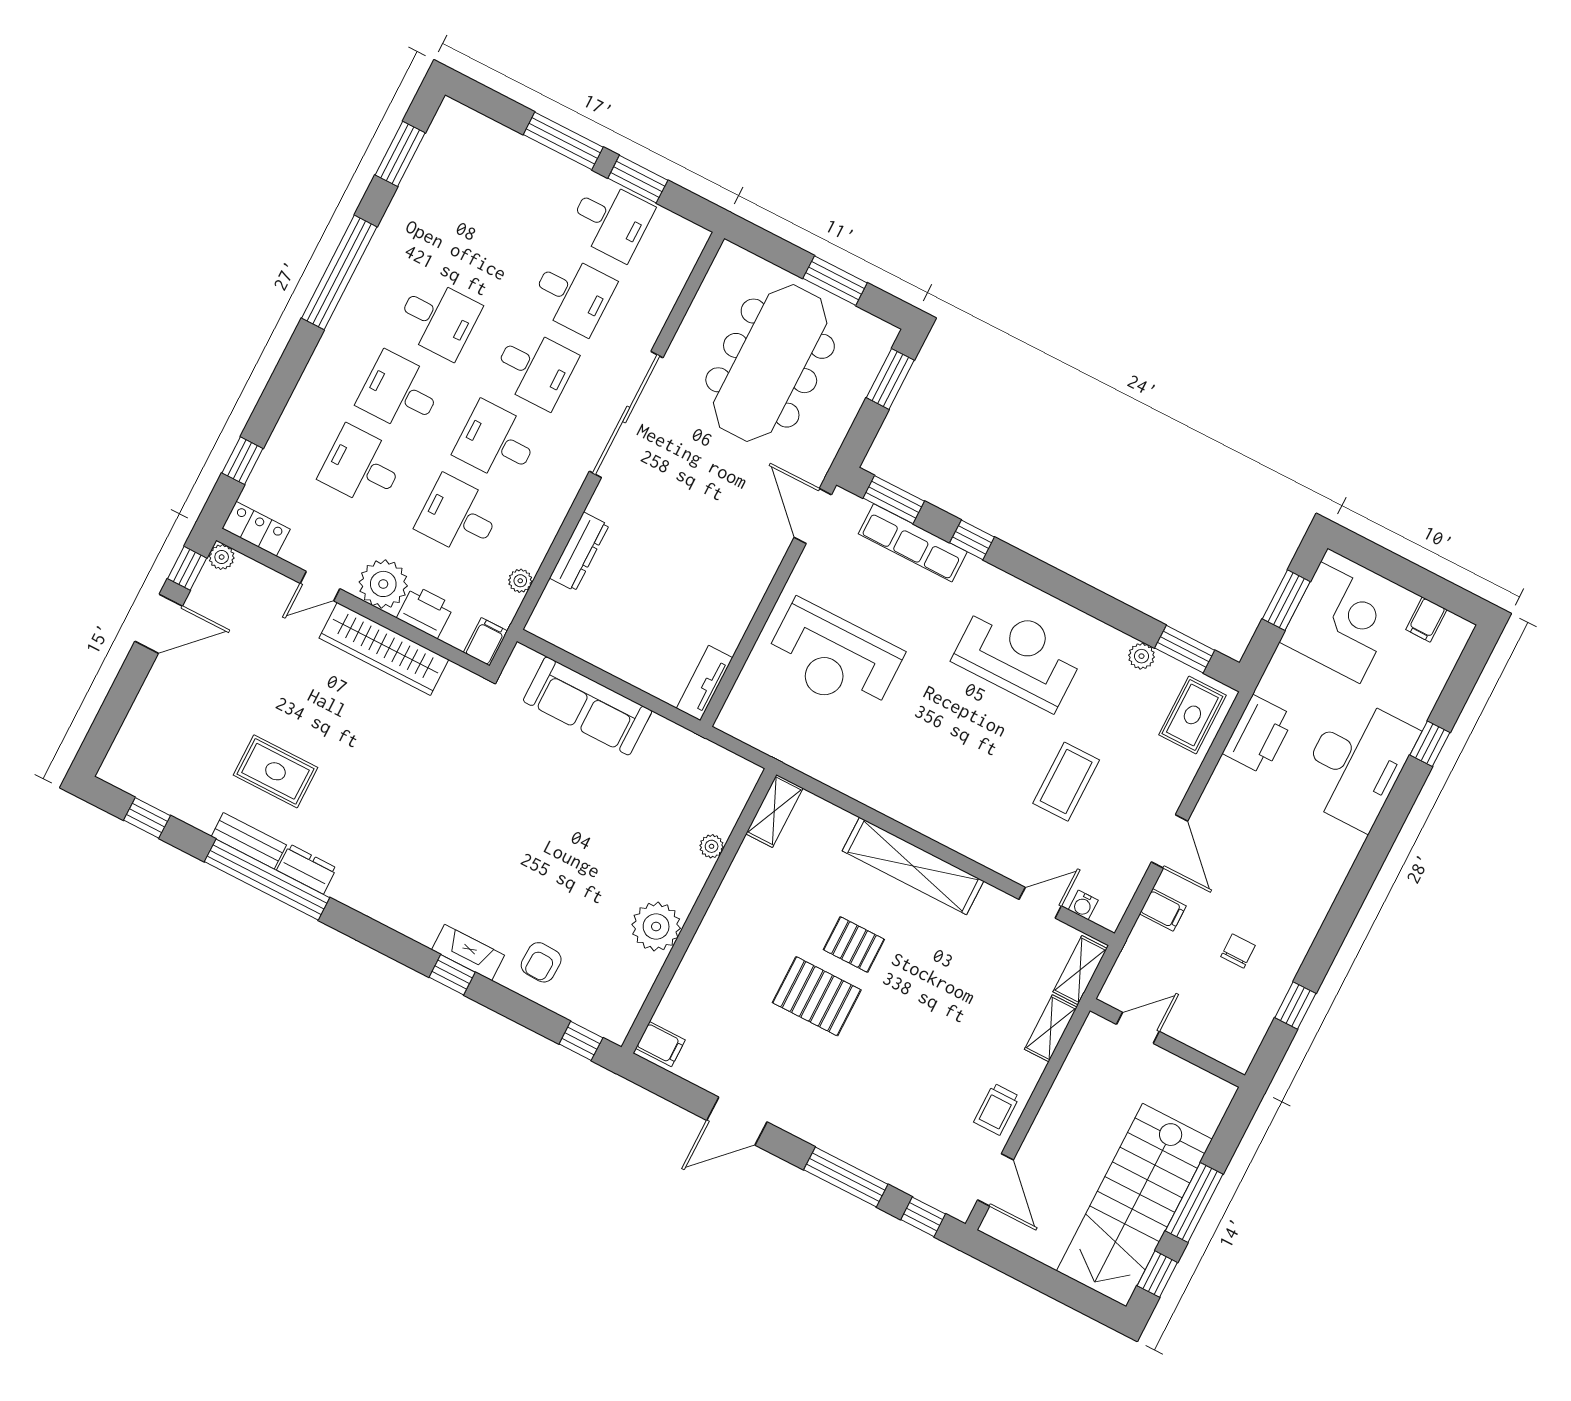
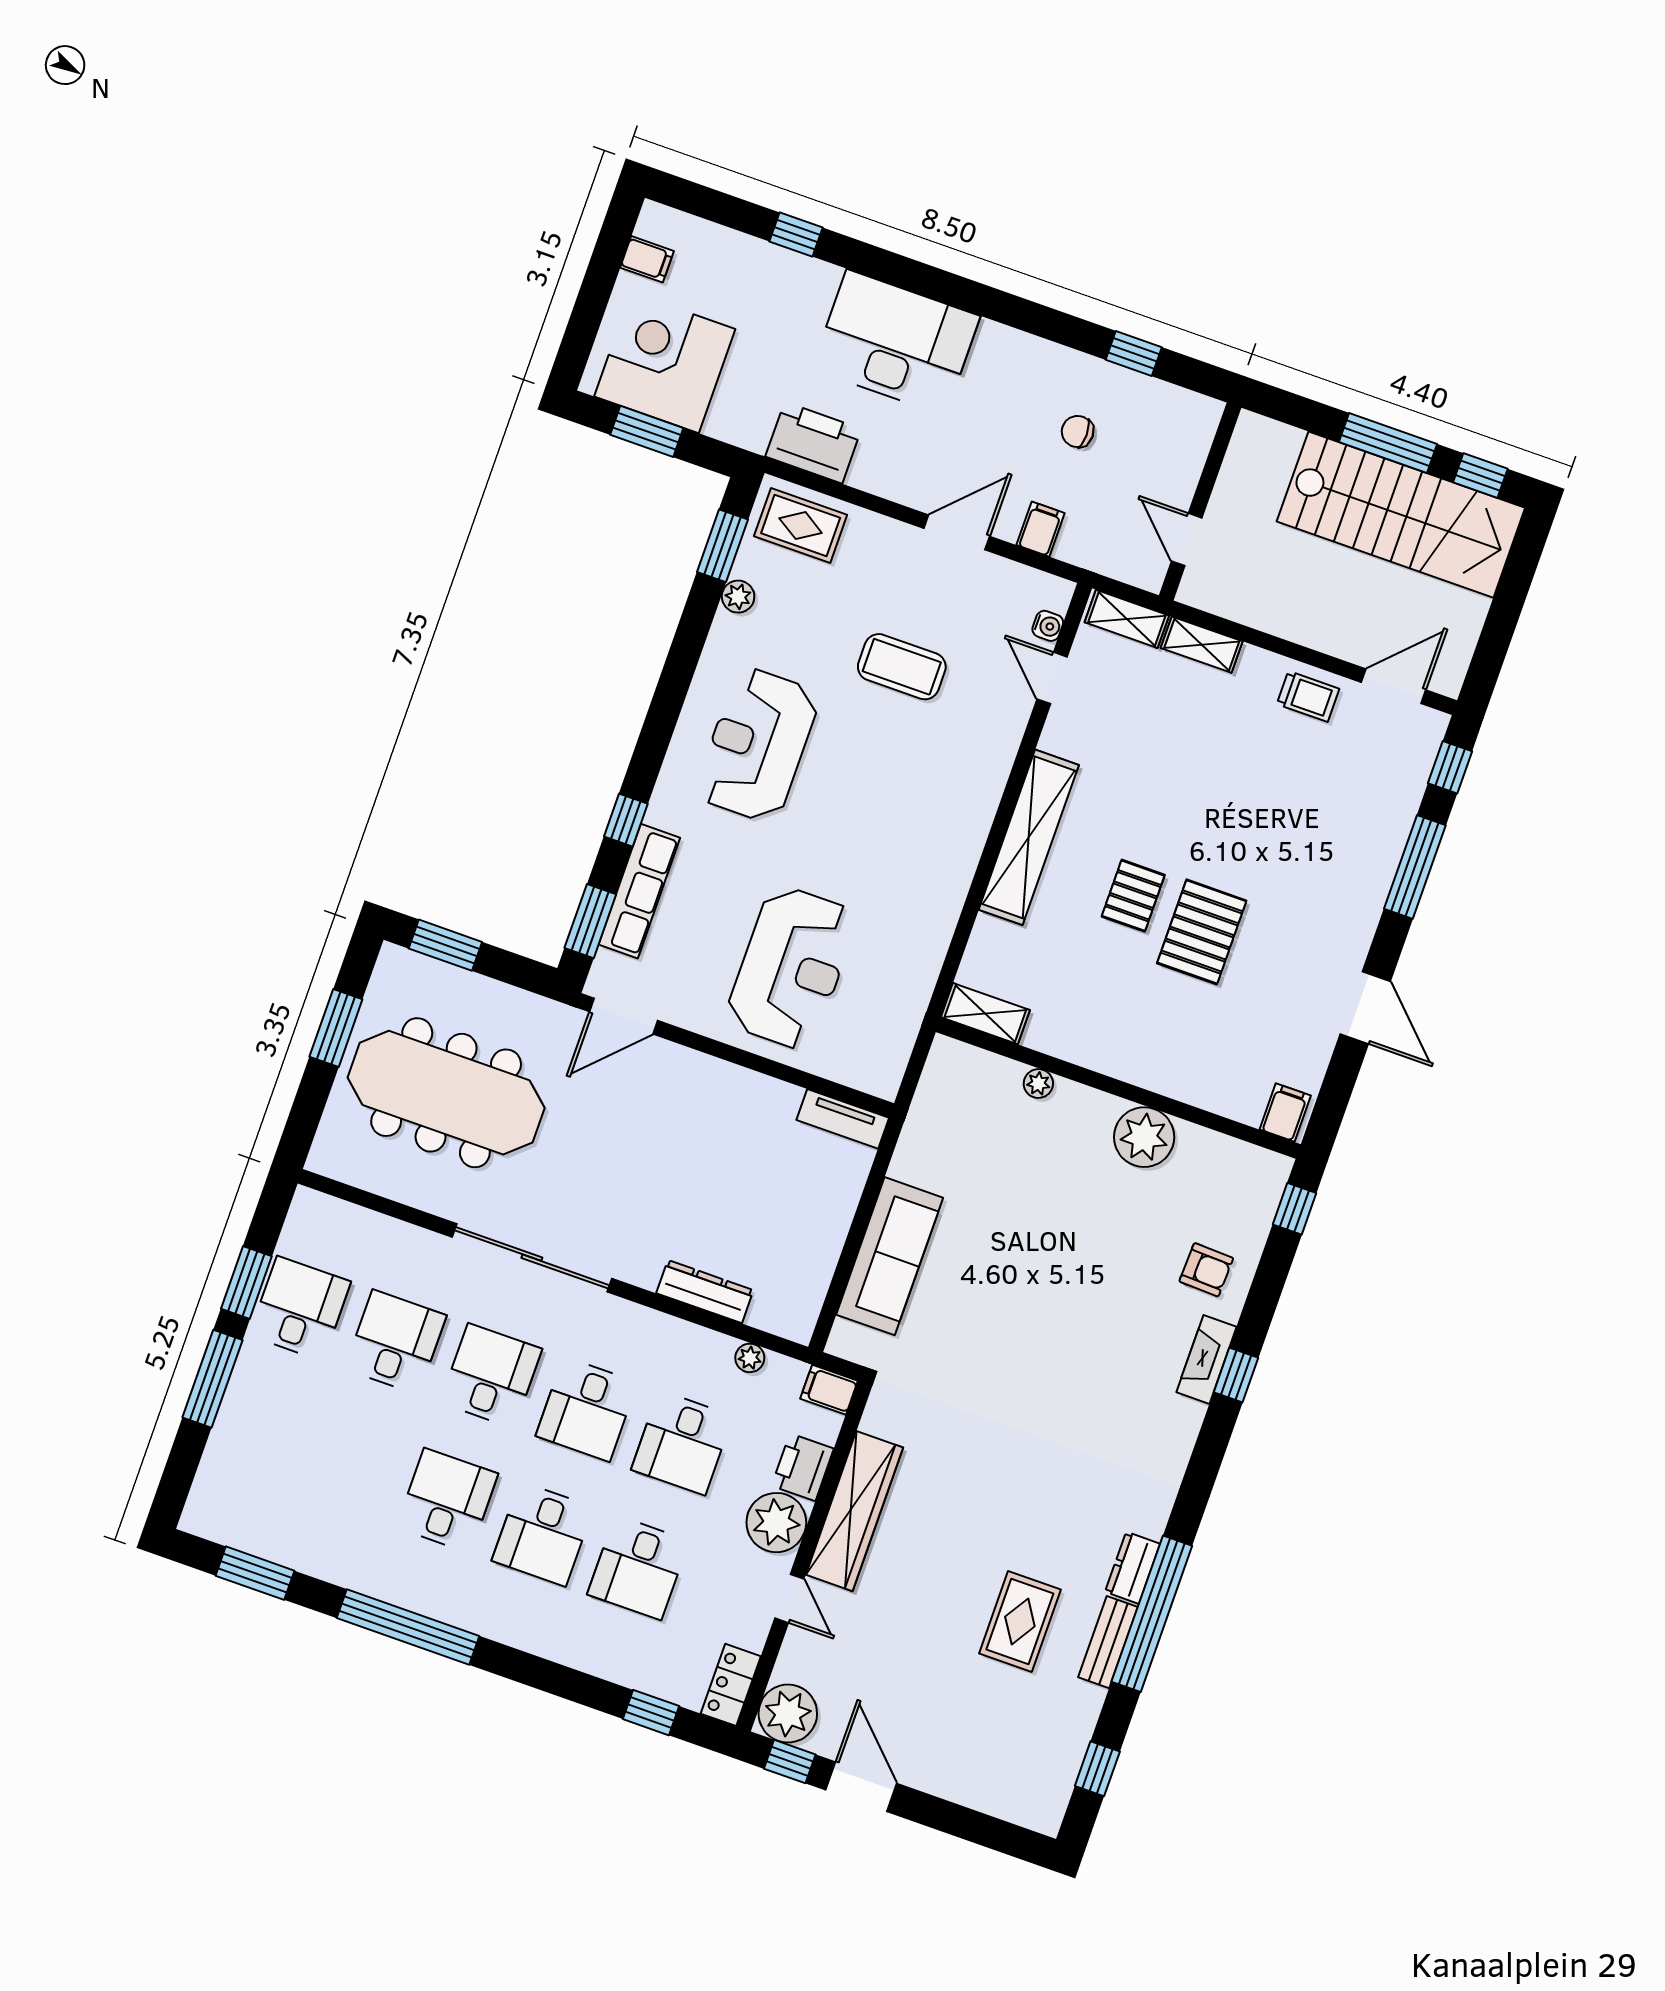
plant: (222, 557) -> (788, 1714), width x1.88, depth x1.88
desk: (1356, 763) -> (896, 342), moved

